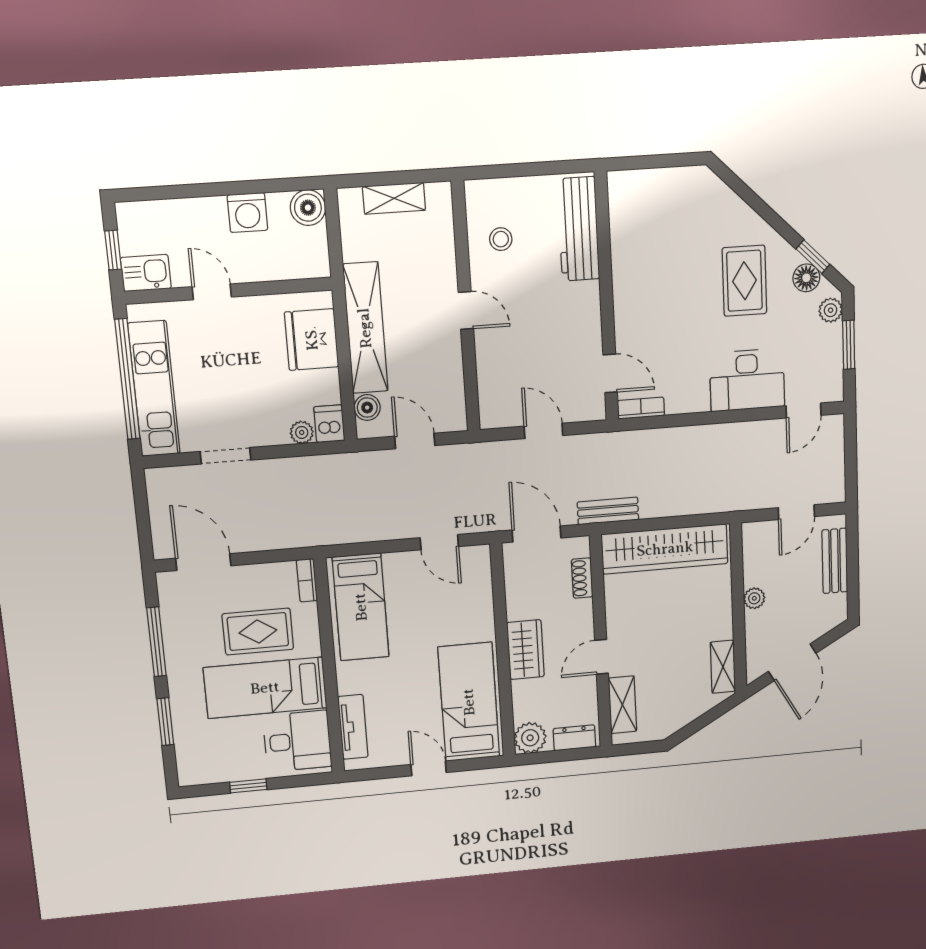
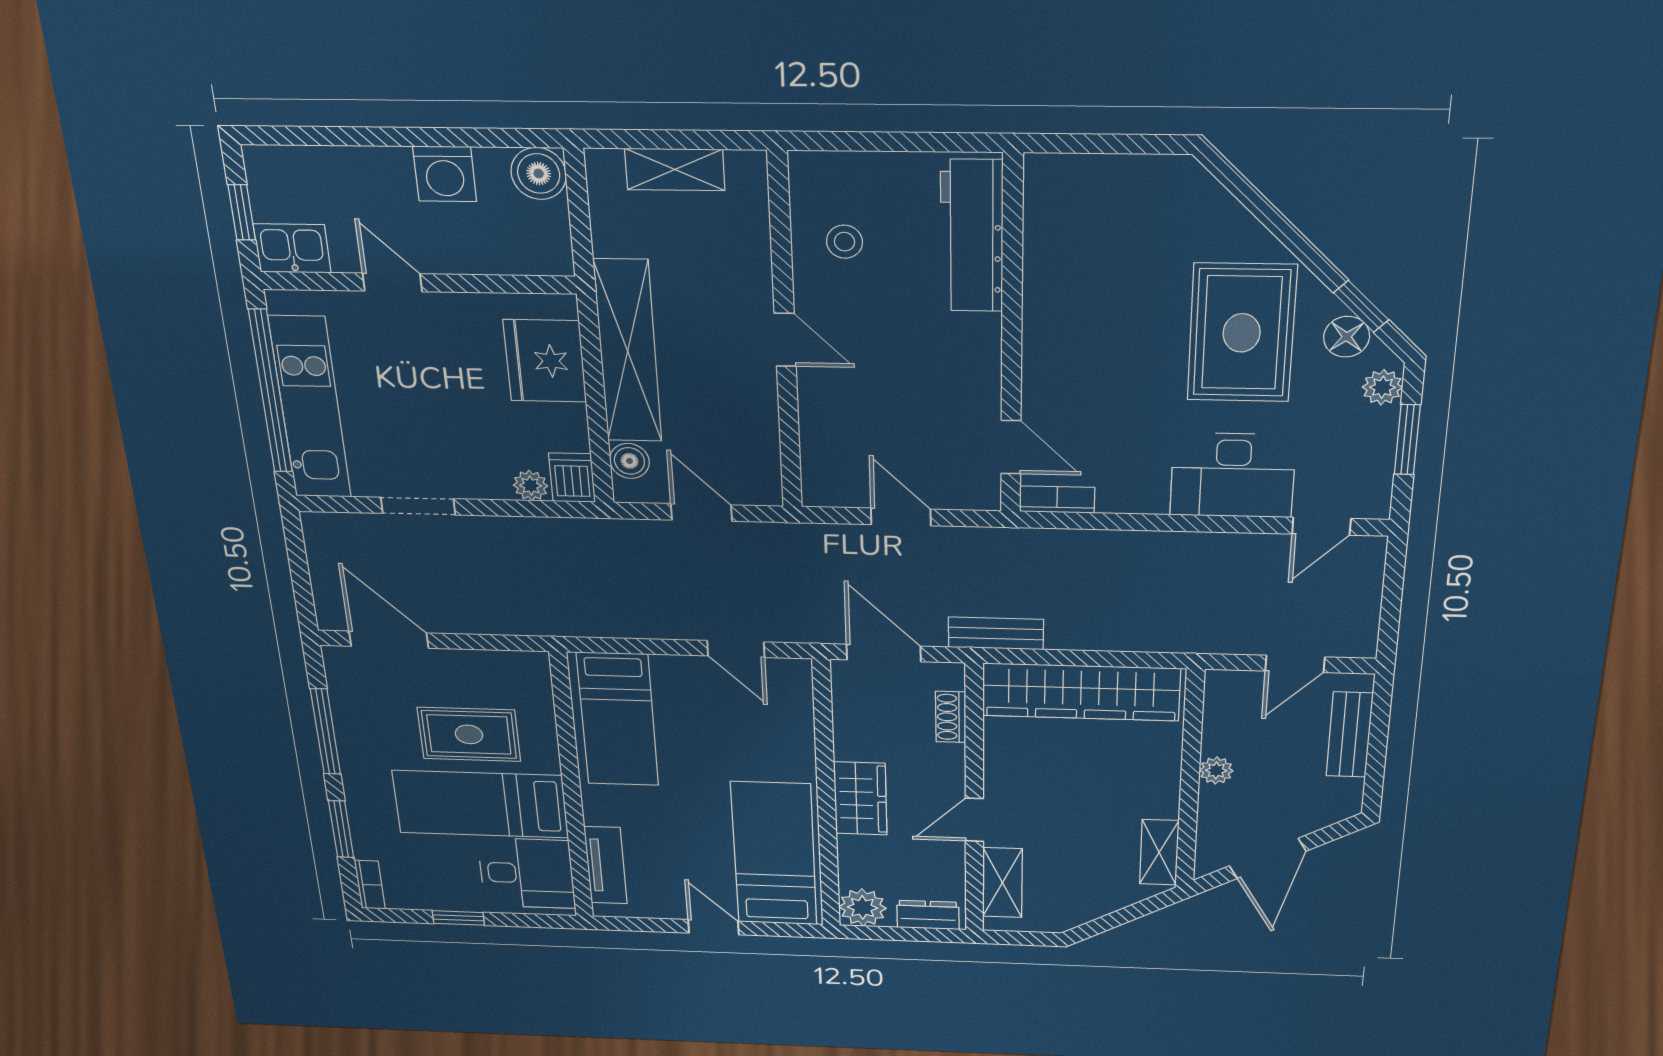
rug: (744, 281) -> (1242, 333), width x1.36, depth x1.43
bookcase: (307, 580) -> (370, 885), moved, turned 180

